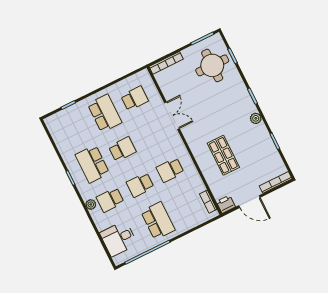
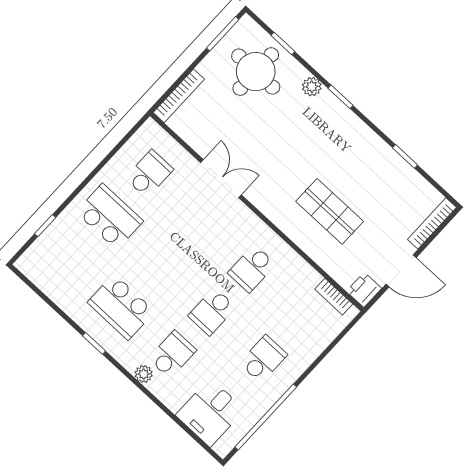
plant: (256, 118) -> (312, 87), moved
school desk: (122, 149) -> (161, 264), removed
school desk: (110, 200) -> (172, 354), turned 180
school desk: (158, 221) -> (263, 359), width x0.54

